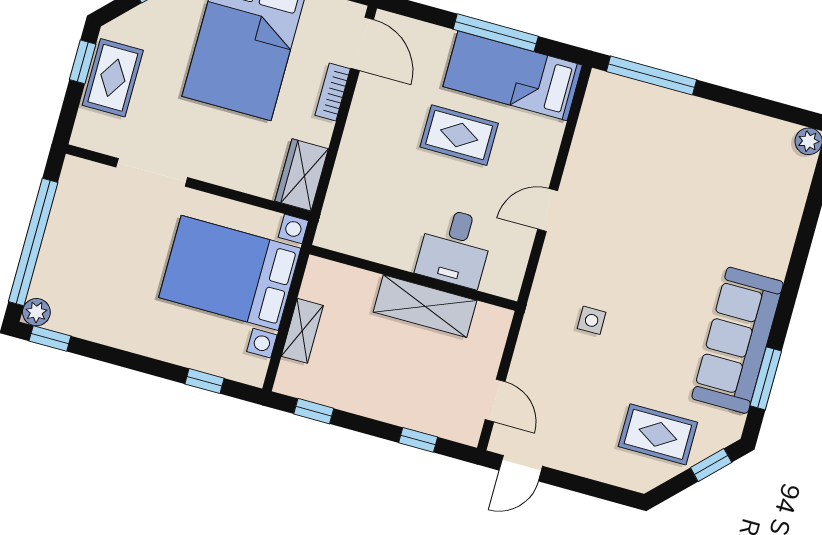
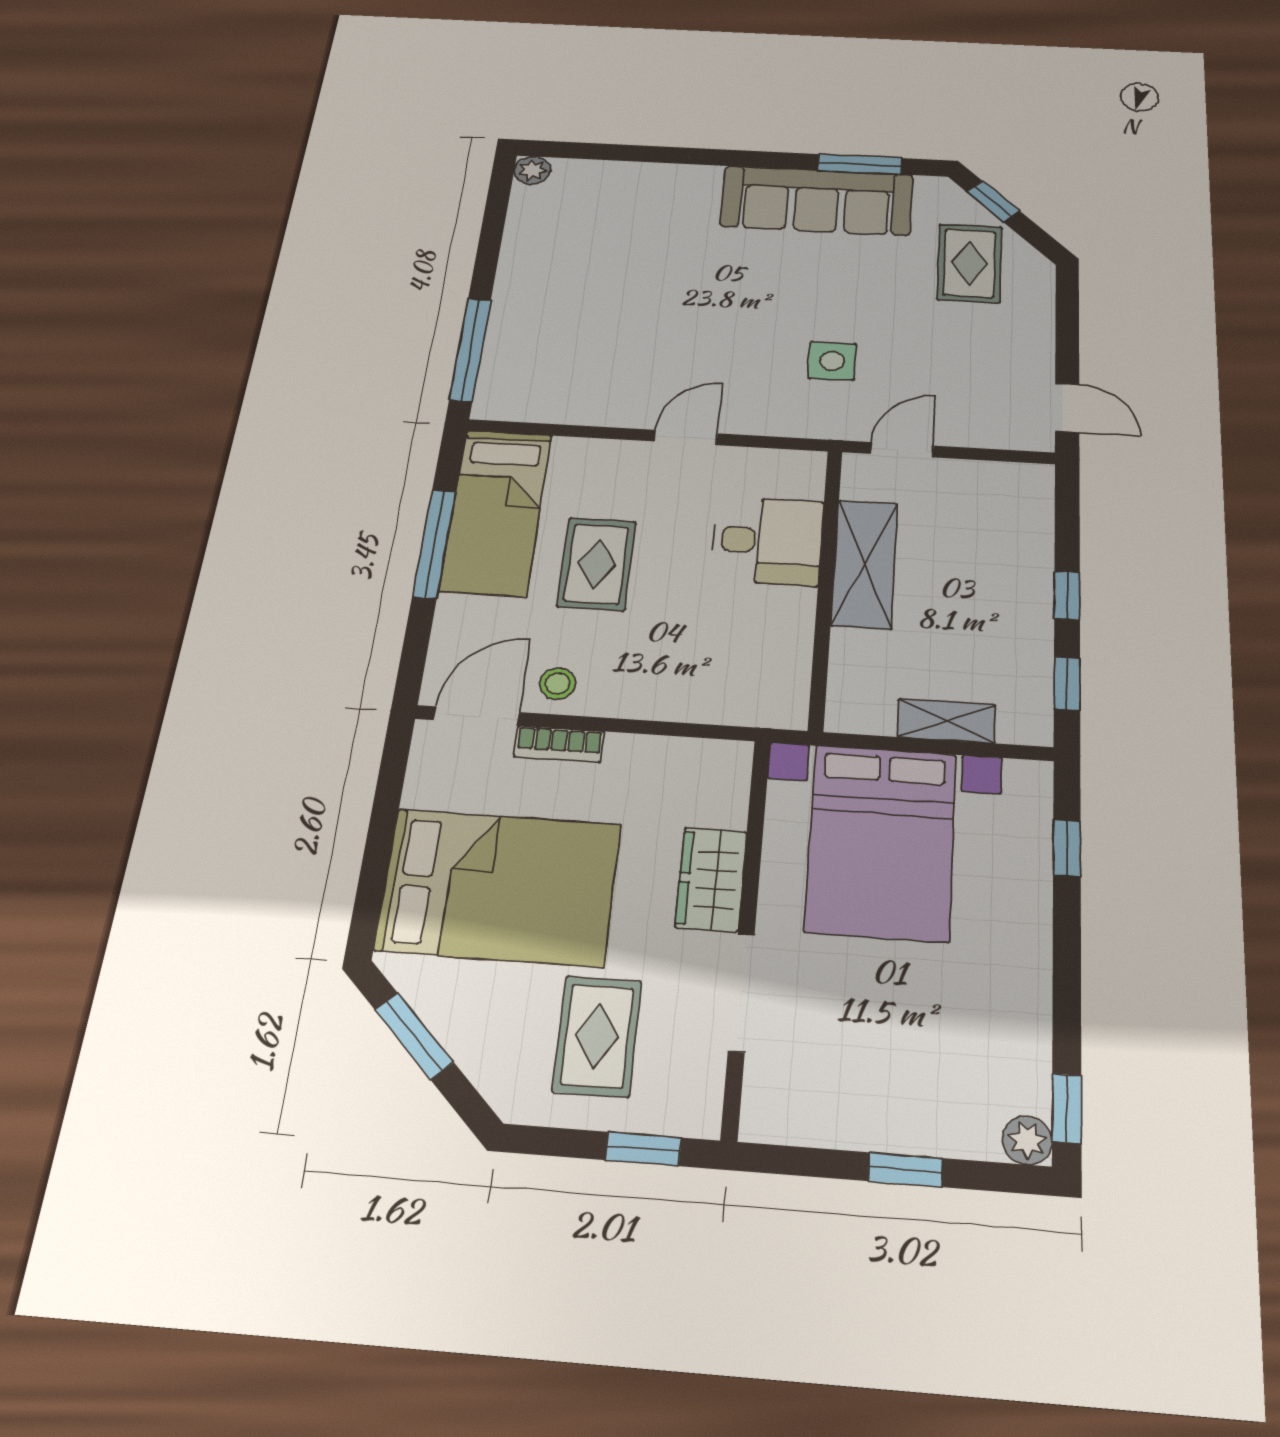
window: (83, 62) -> (643, 1149), moved
rug: (113, 78) -> (597, 1036), moved, turned 90
stool: (376, 97) -> (558, 683), added
wardrobe: (302, 175) -> (711, 879), moved, turned 90
door: (548, 210) -> (686, 437), swing flipped
window: (33, 242) -> (905, 1170), width x0.32
side table: (592, 320) -> (832, 361), width x1.37, depth x1.37
door: (495, 401) -> (902, 450), moved
window: (418, 440) -> (1067, 595), moved

